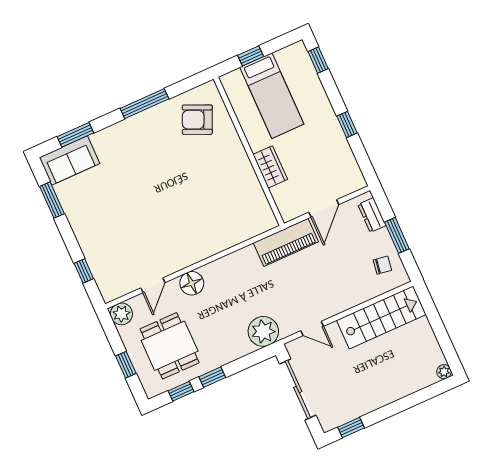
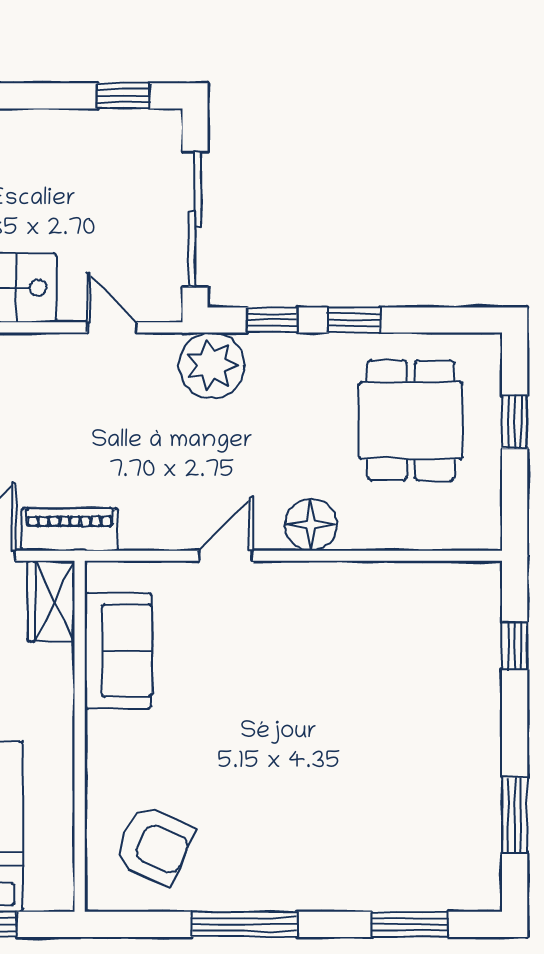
sofa: (69, 160) -> (118, 651), moved, turned 90
wardrobe: (270, 167) -> (51, 601), moved
piano: (286, 242) -> (70, 529), width x0.73, depth x0.75
door: (153, 285) -> (225, 556), moved
plant: (121, 314) -> (478, 527), removed
window: (181, 391) -> (272, 320), moved

